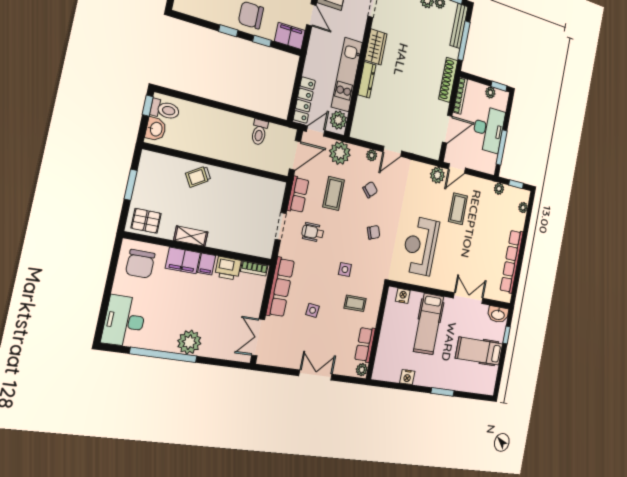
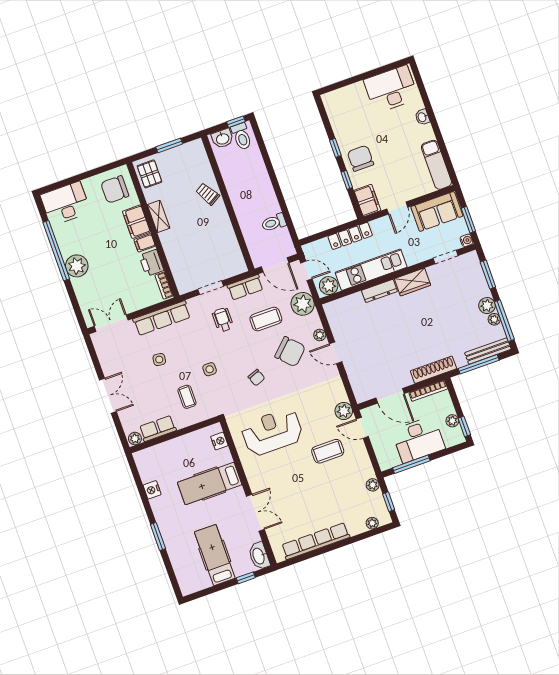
locker: (304, 100) -> (350, 236), moved
chair: (370, 190) -> (290, 352), width x1.87, depth x1.87

